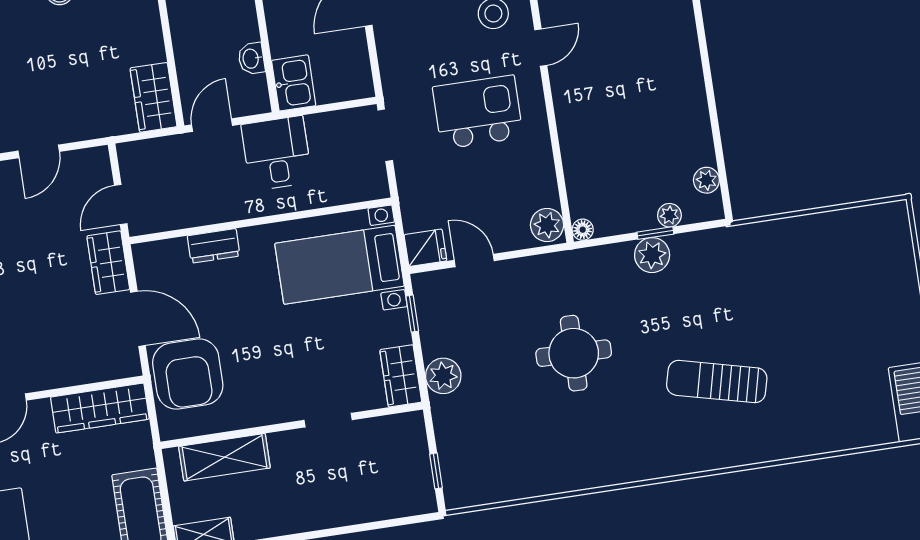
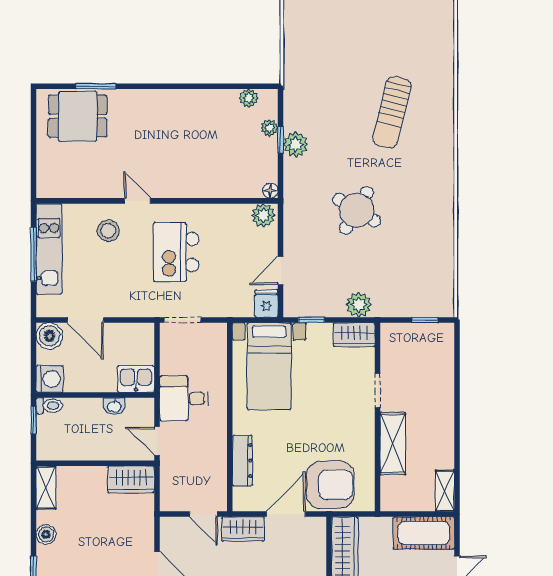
dresser: (214, 246) -> (242, 461), width x1.44
round table: (574, 353) -> (357, 210), turned 30
shelving: (224, 457) -> (393, 444), moved

